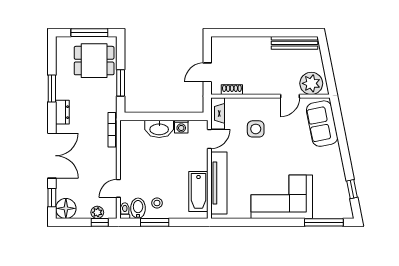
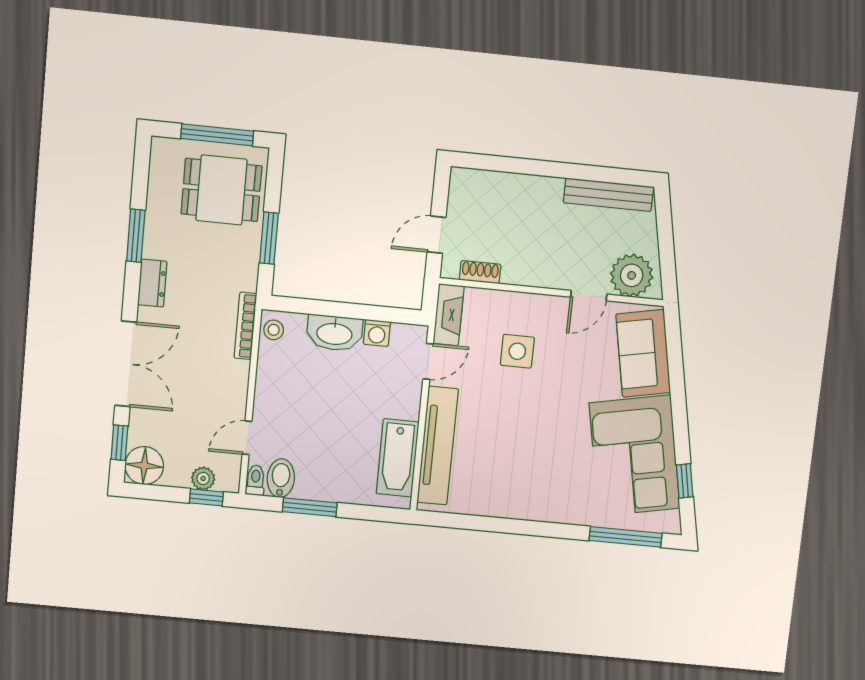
corner sofa: (282, 197) -> (635, 456), moved, turned -101
stool: (157, 203) -> (274, 330), moved

